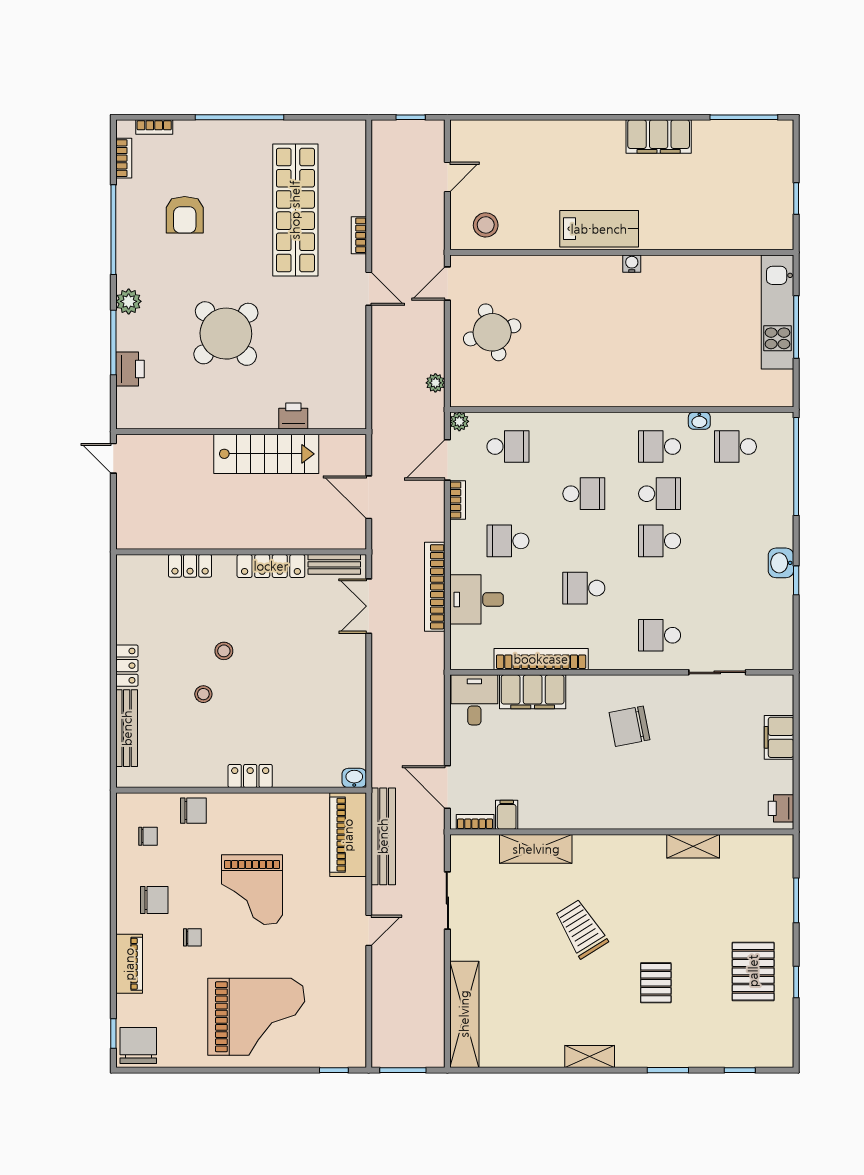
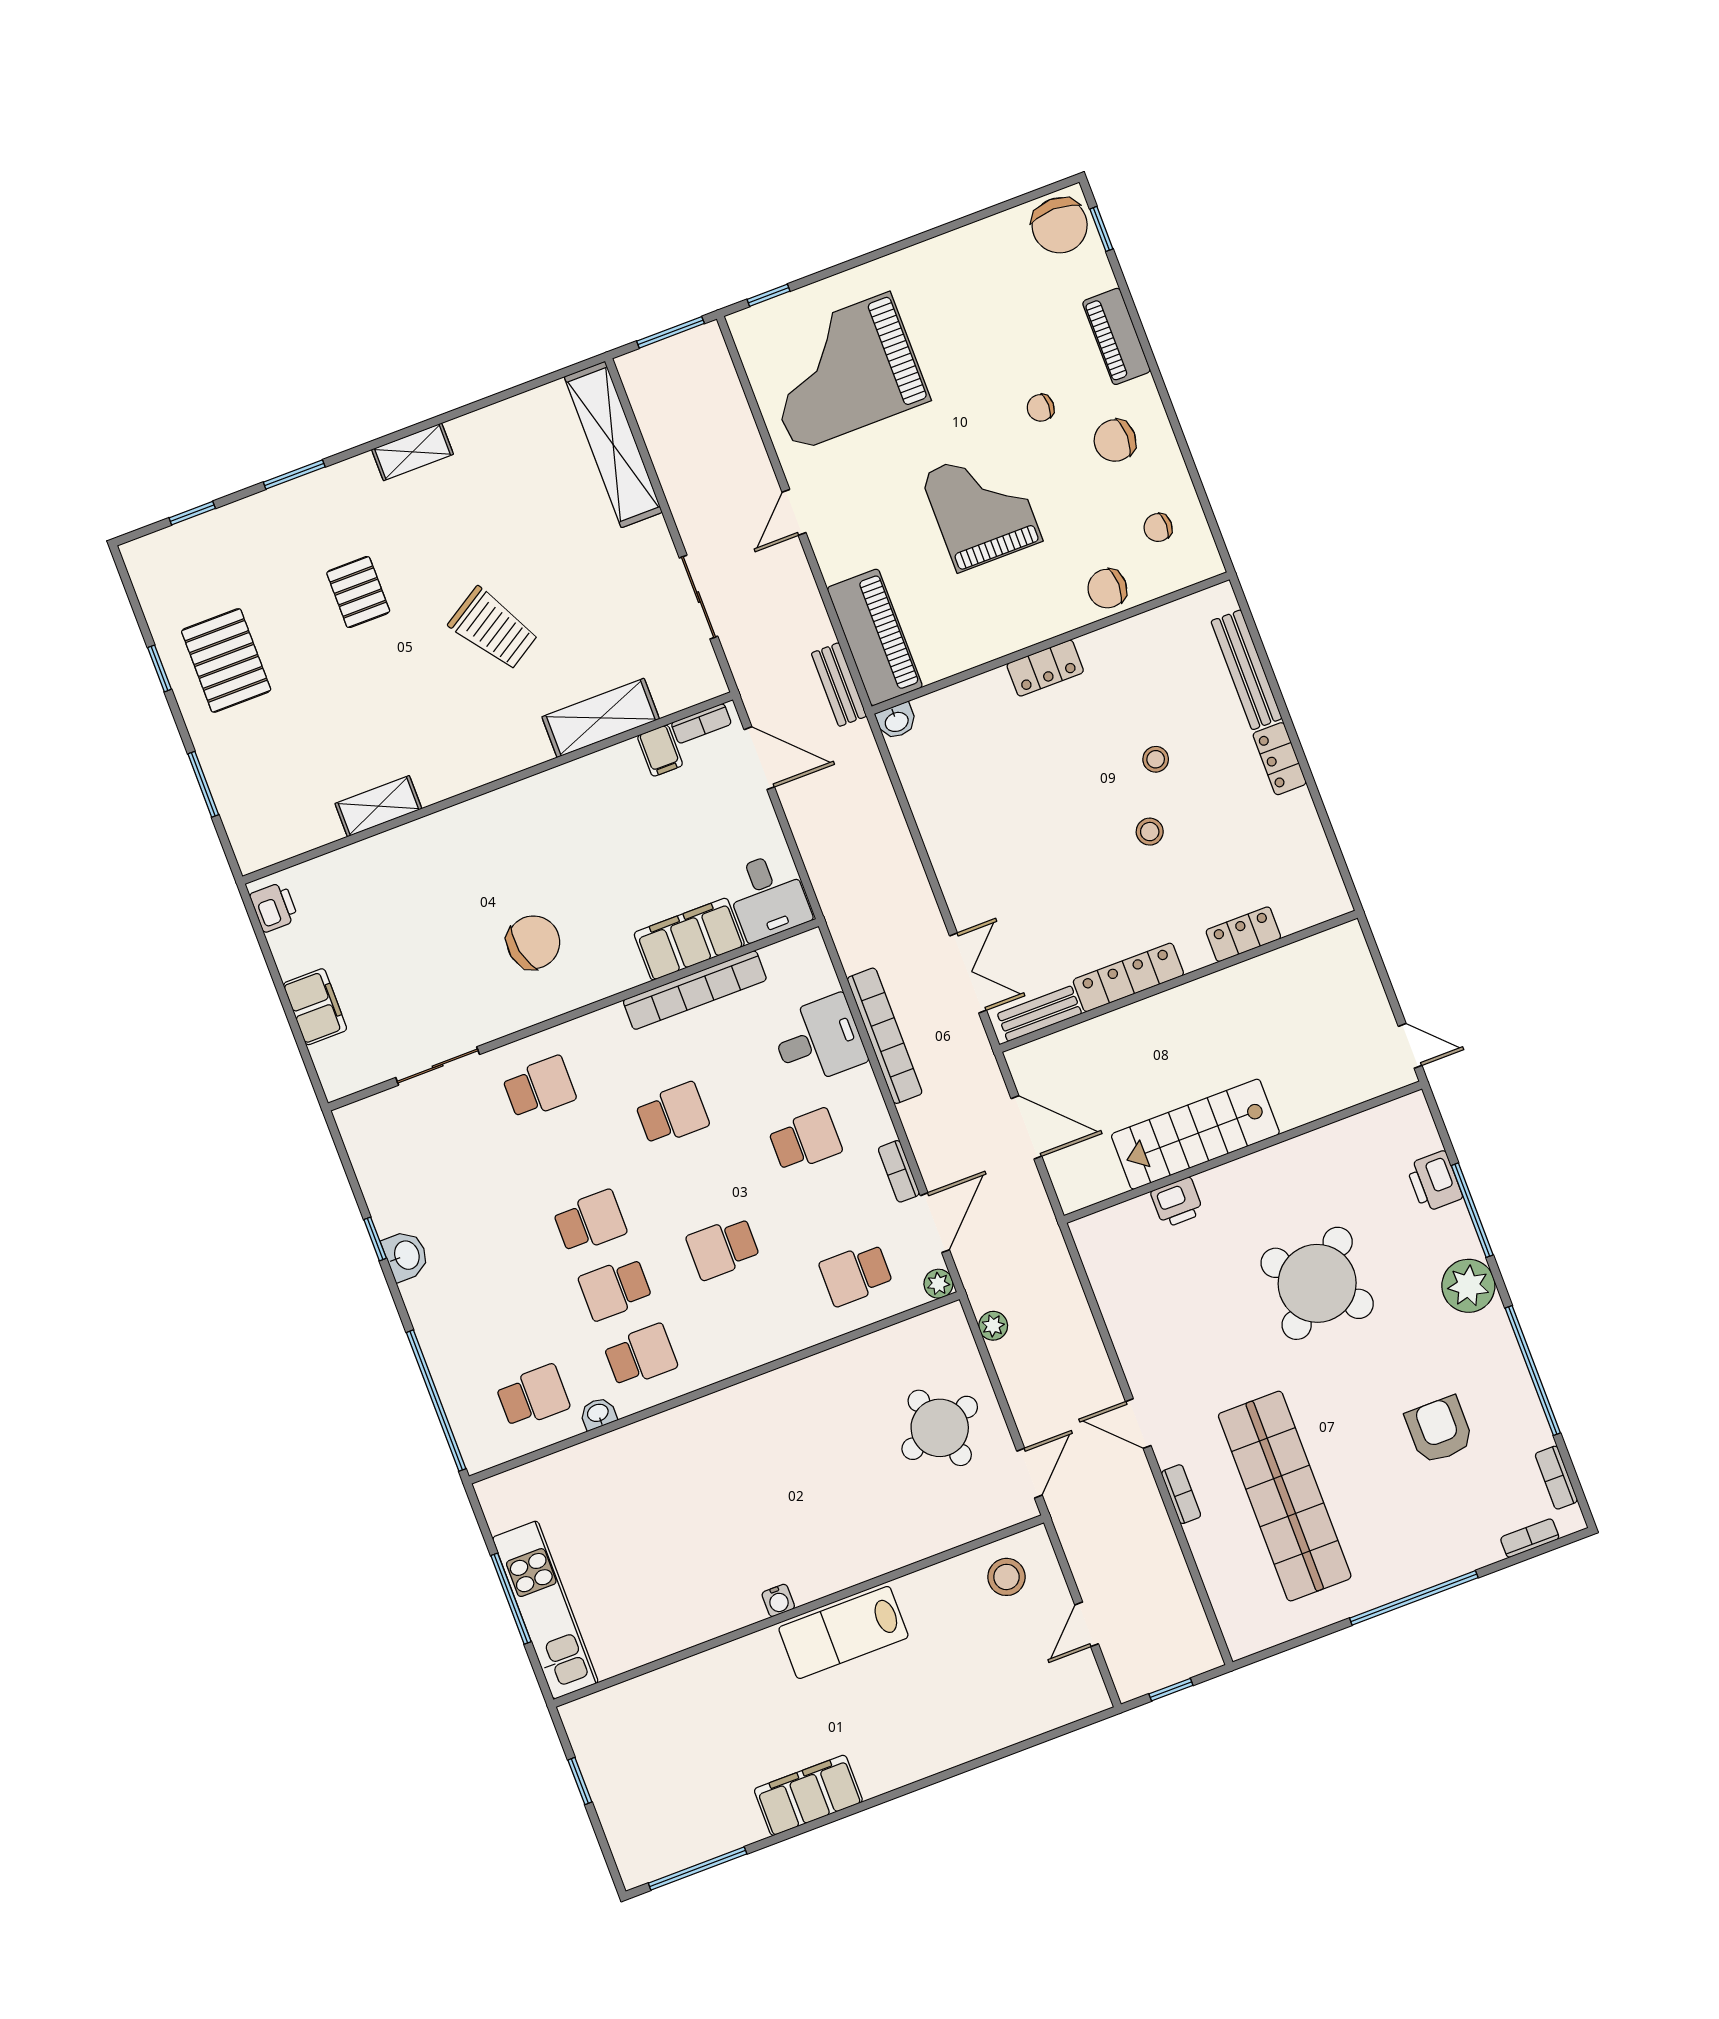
plant: (129, 301) -> (1468, 1286), width x1.36, depth x1.36
bench: (383, 836) -> (839, 685), width x0.54, depth x0.82
grand piano: (256, 1017) -> (842, 372), moved

